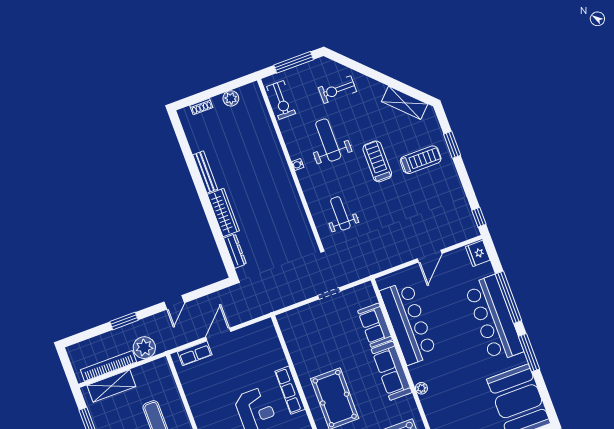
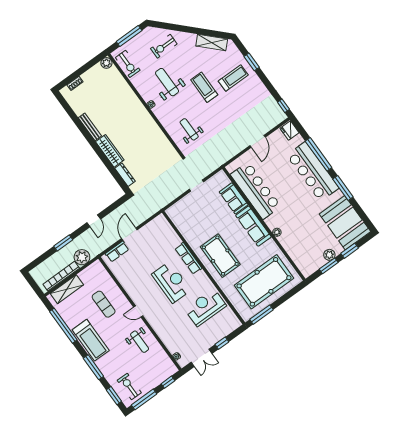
plant: (231, 98) -> (106, 63), moved

